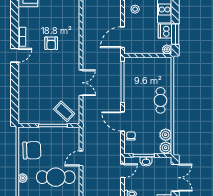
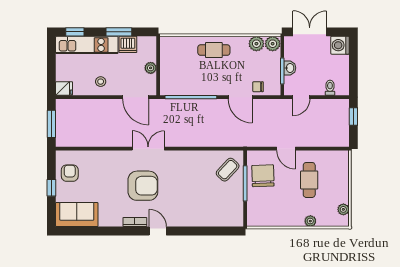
window: (175, 34) -> (119, 32), moved
armchair: (51, 43) -> (143, 186), width x1.88, depth x1.88
plant: (167, 49) -> (151, 68), moved
double door: (81, 83) -> (148, 149), moved
door: (122, 121) -> (240, 97), hinge flipped
chair: (32, 150) -> (263, 176), moved
door: (122, 171) -> (301, 97), swing flipped
cafe table: (56, 177) -> (309, 180), width x0.73, depth x0.74

